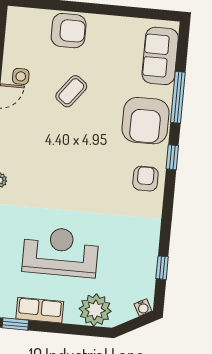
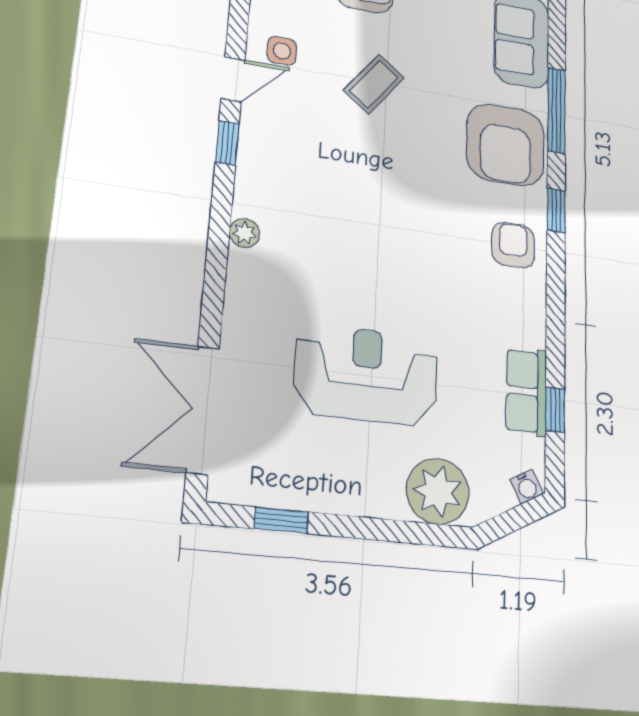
row of seats: (40, 310) -> (526, 391), moved, turned -90

